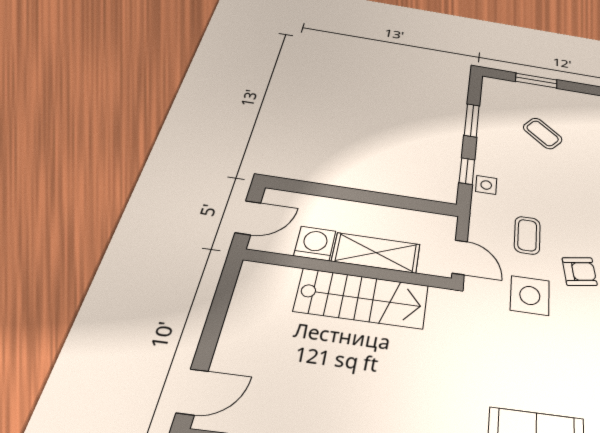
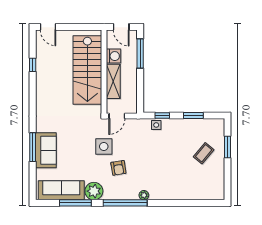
coffee table: (543, 133) -> (204, 153), moved
window: (322, 190) -> (140, 53), added
coffee table: (527, 235) -> (133, 145), removed
stairs: (362, 298) -> (87, 70), width x1.36, depth x1.51

